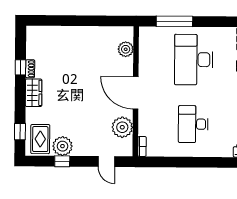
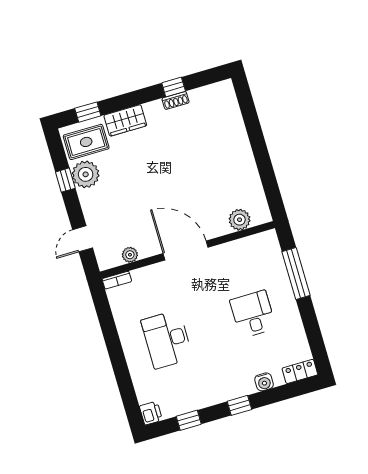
desk: (194, 60) -> (253, 314), width x0.53, depth x0.77
wardrobe: (34, 93) -> (125, 120), moved
door: (136, 93) -> (186, 250), hinge flipped
desk: (193, 124) -> (167, 339), turned -90
plant: (122, 127) -> (130, 255), width x0.53, depth x0.53

